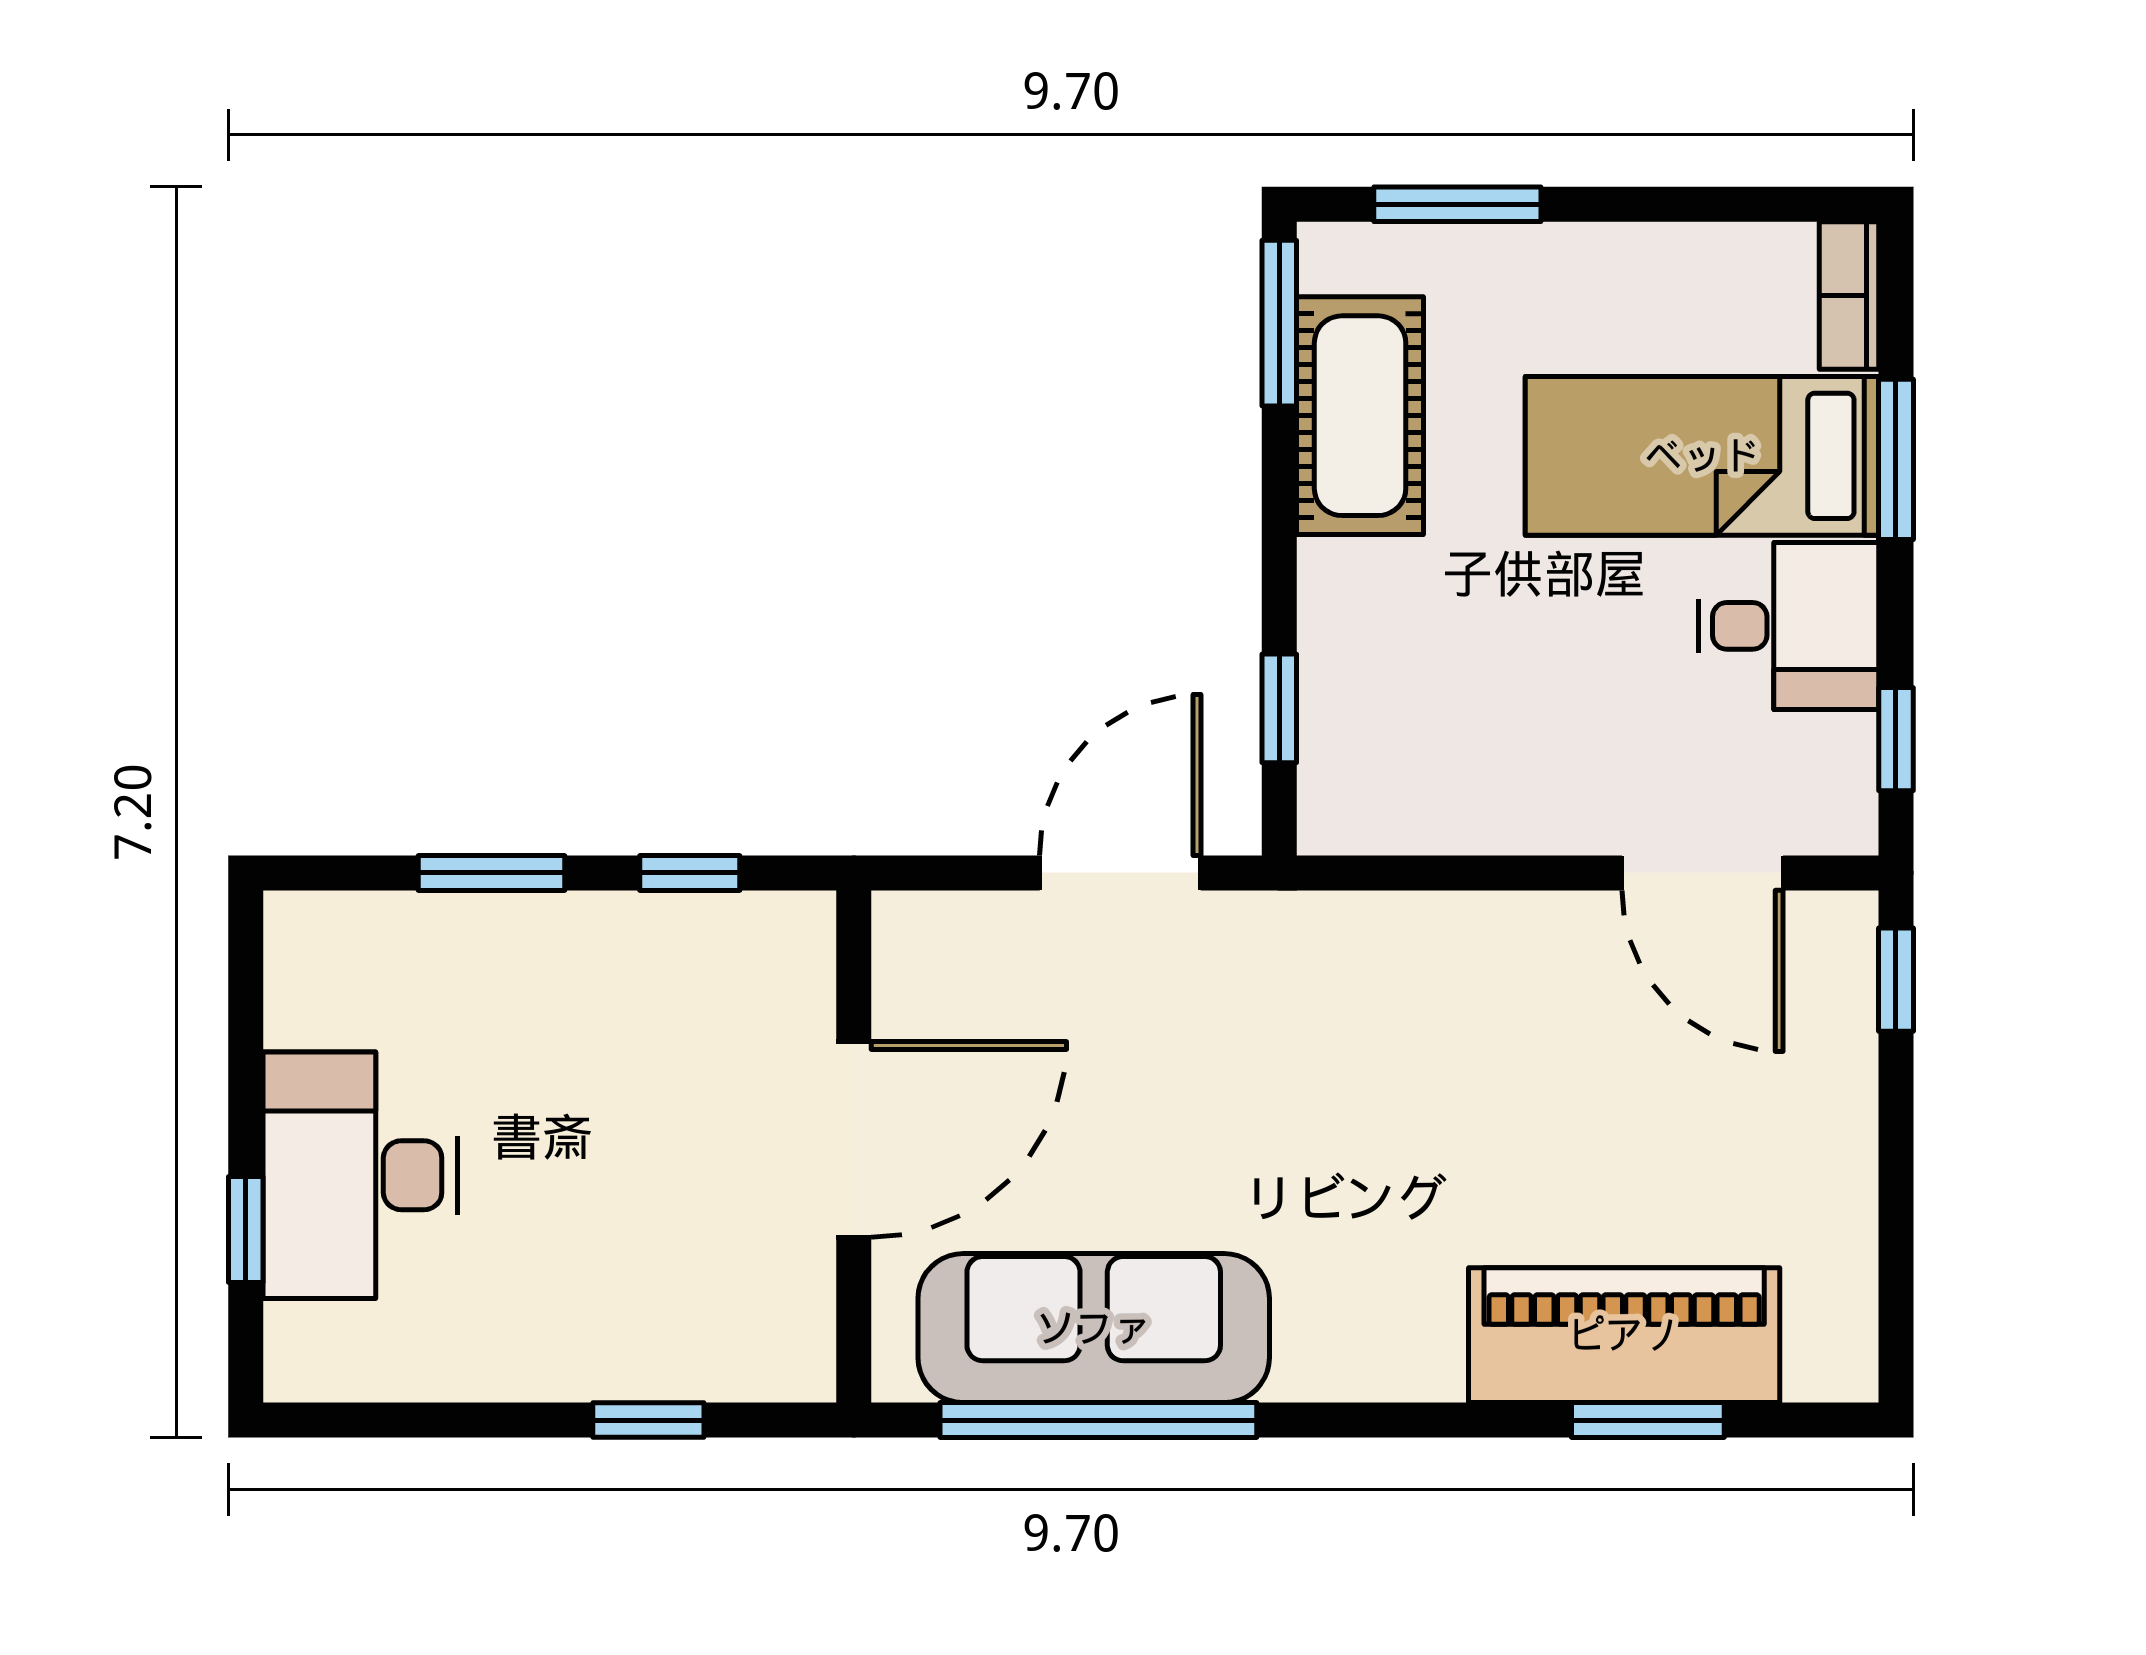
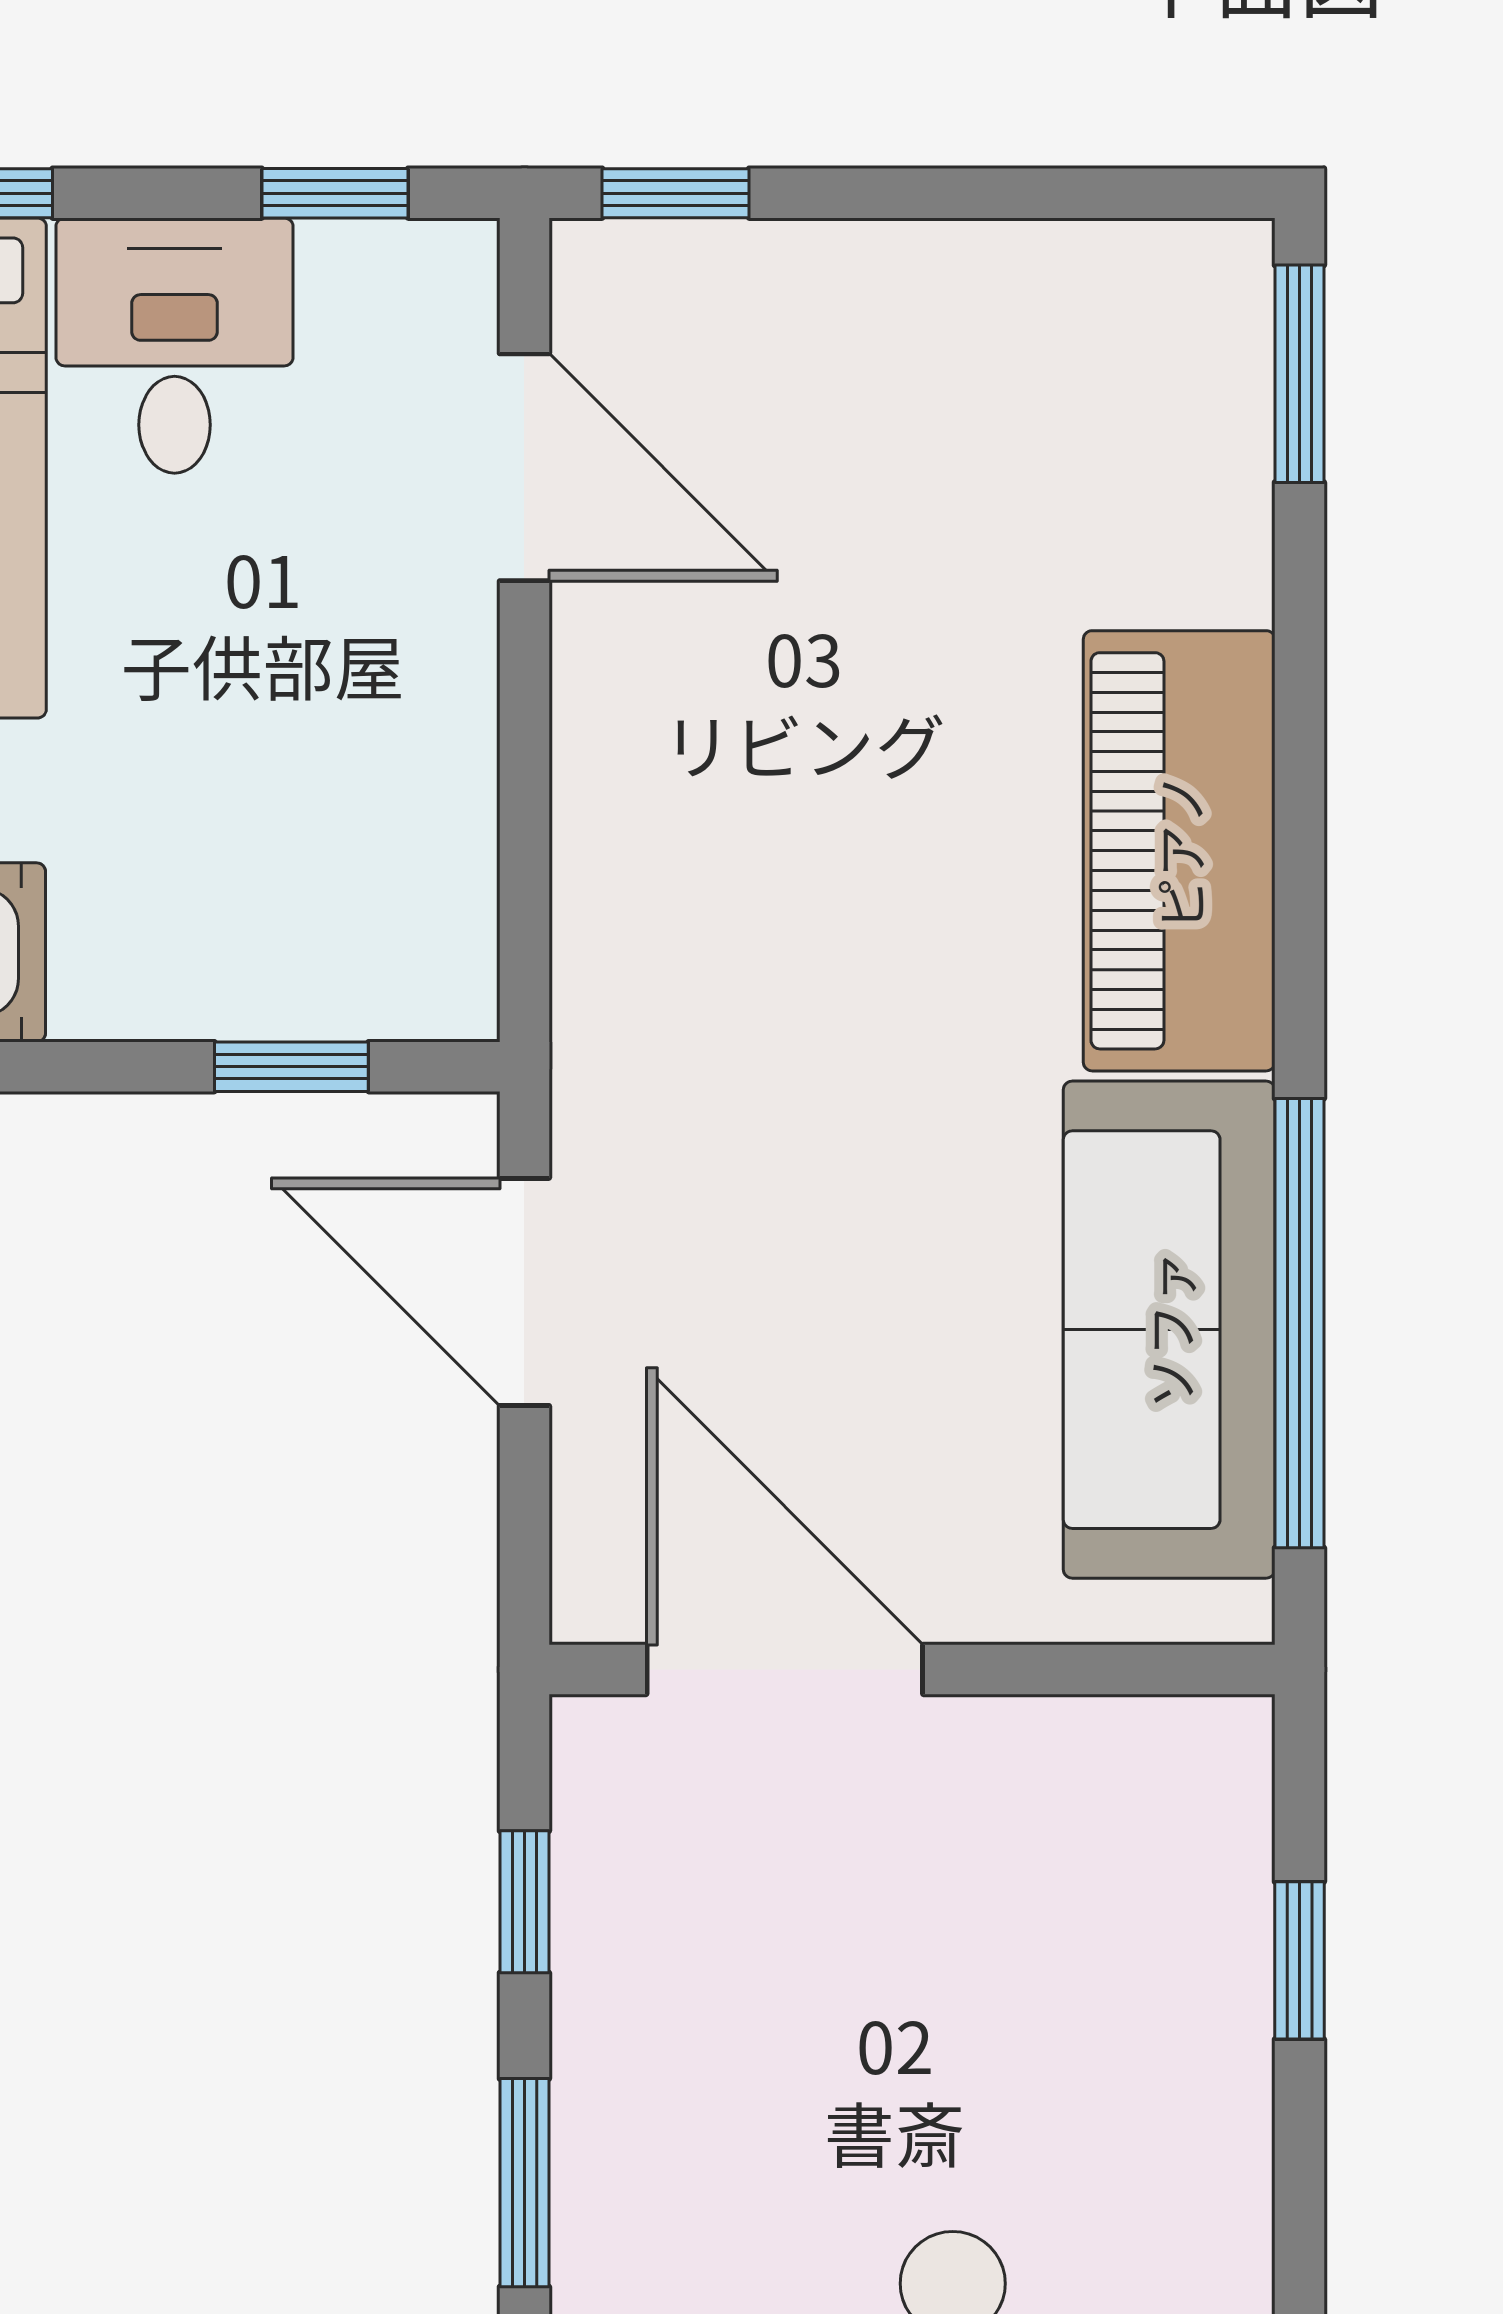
door: (1703, 873) -> (524, 467), hinge flipped
door: (854, 1139) -> (785, 1669), moved
piano: (1624, 1335) -> (1179, 851), moved
window: (1648, 1420) -> (1299, 374), moved

